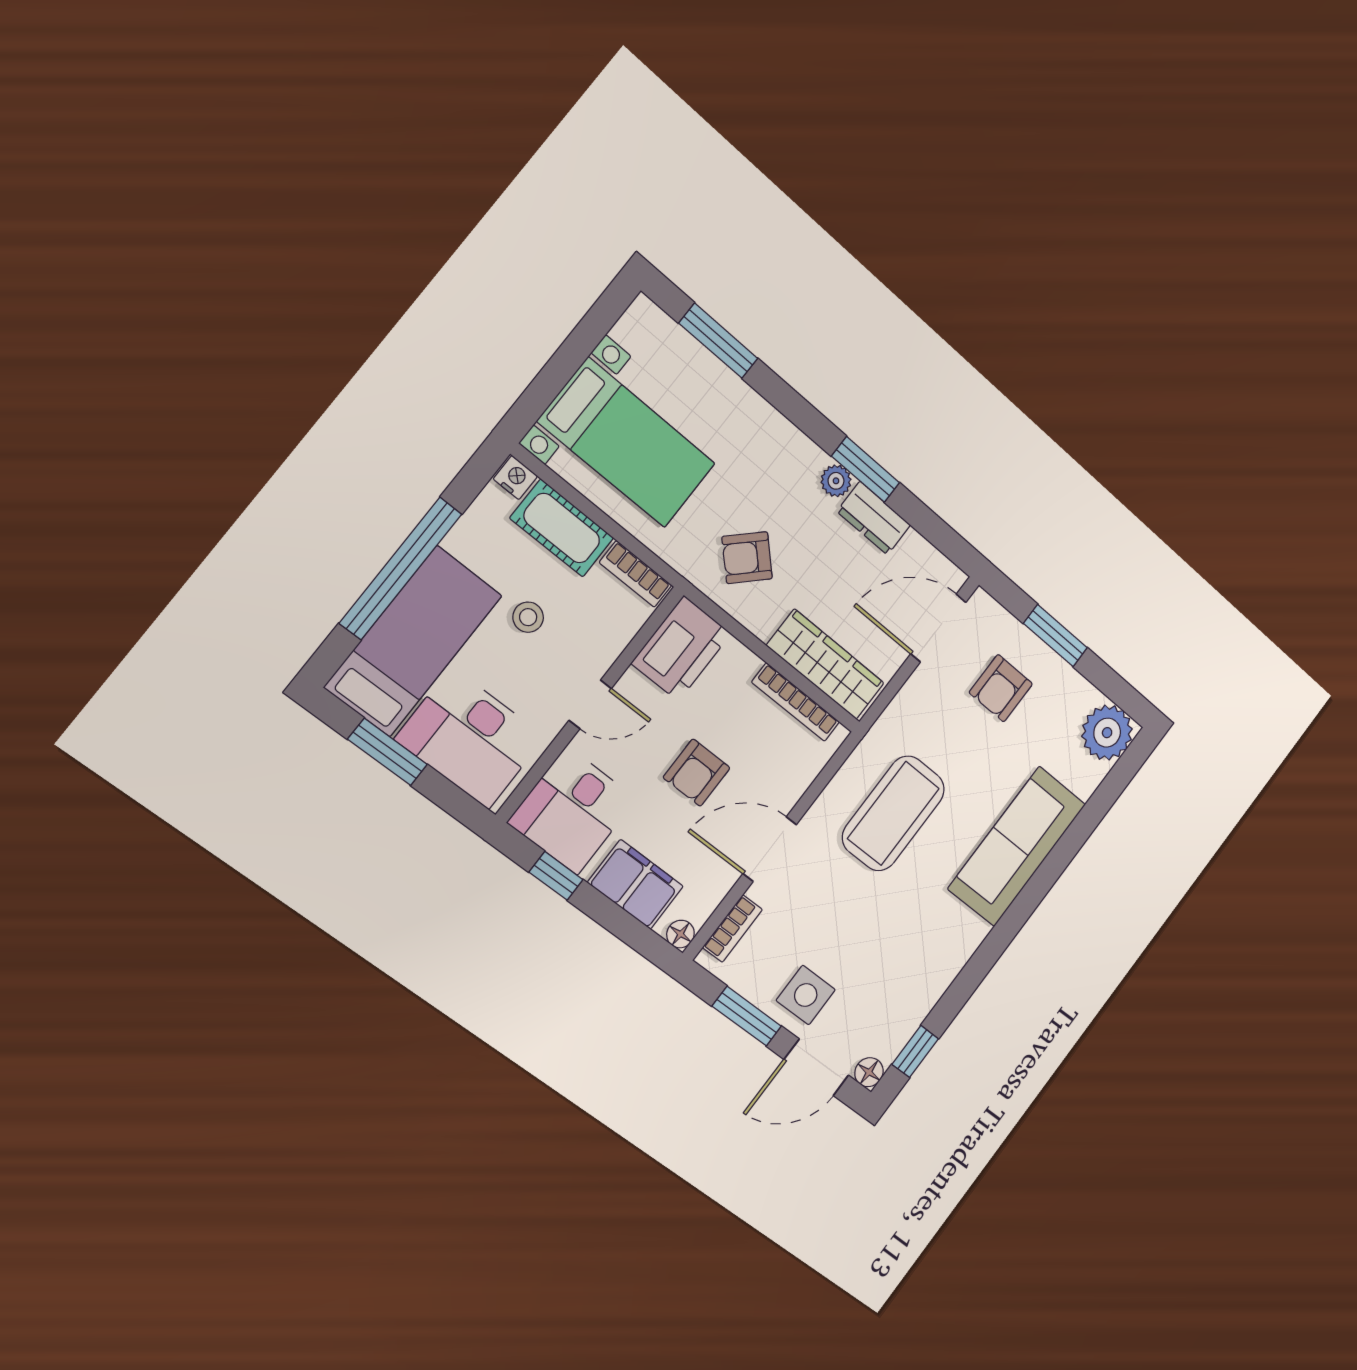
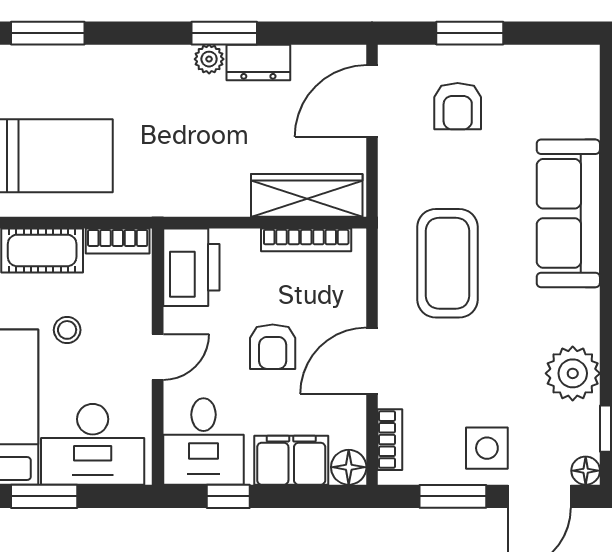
armchair: (747, 558) -> (188, 166), removed
plant: (1107, 733) -> (573, 373), moved
floor lamp: (680, 934) -> (349, 467), width x1.37, depth x1.37

